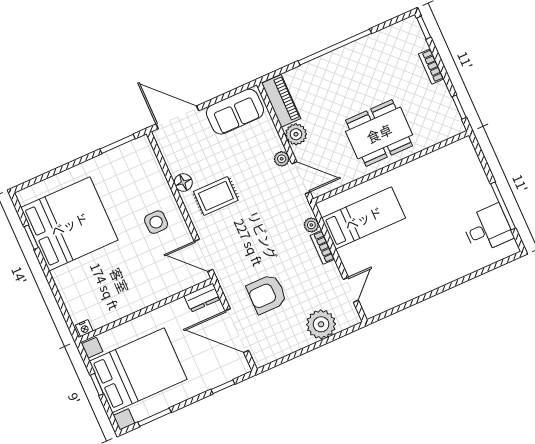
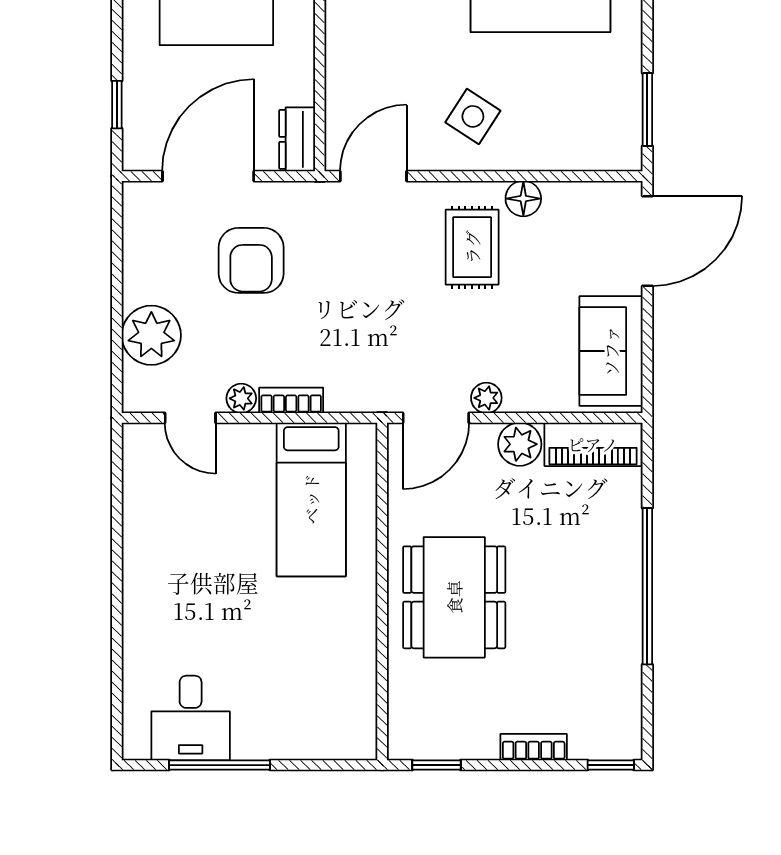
side table: (156, 222) -> (473, 116), turned 33
plant: (311, 225) -> (241, 398), moved
armchair: (267, 294) -> (251, 260), turned 180

